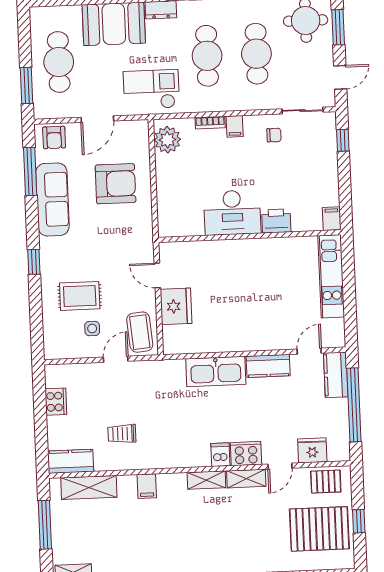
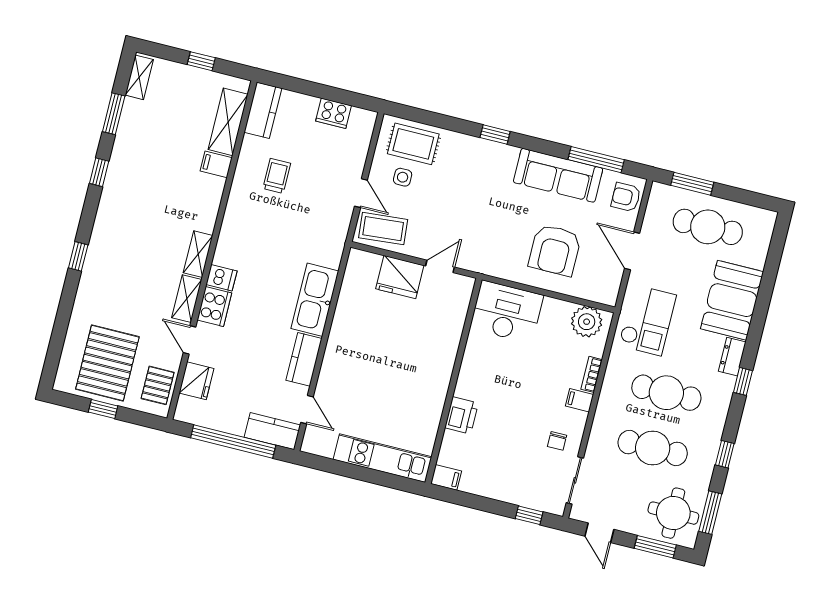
desk: (232, 213) -> (507, 312), moved, turned 90
rug: (80, 296) -> (413, 144), moved, turned 90
filing cabinet: (147, 486) -> (216, 164), moved
window: (45, 525) -> (201, 61), width x0.46

